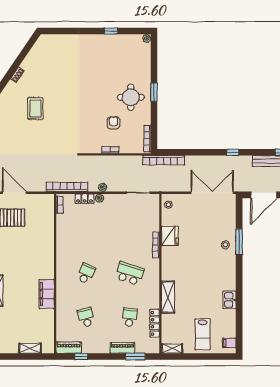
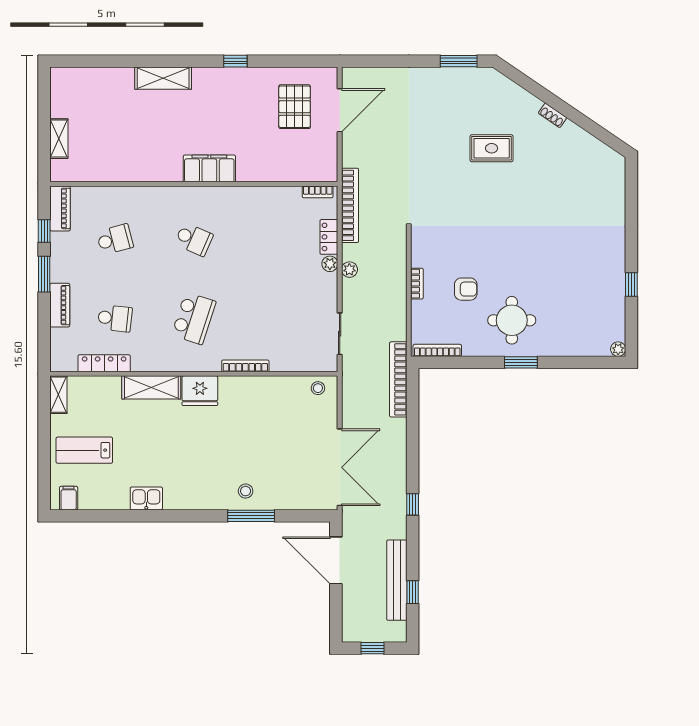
fridge: (170, 236) -> (200, 391), moved
filing cabinet: (47, 294) -> (209, 168), moved
window: (135, 356) -> (44, 274), moved

